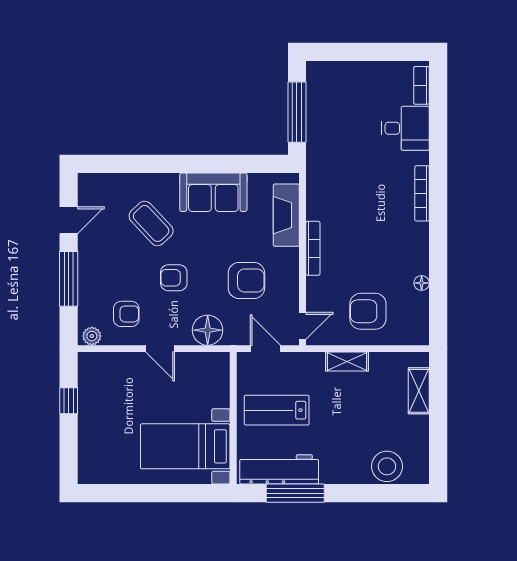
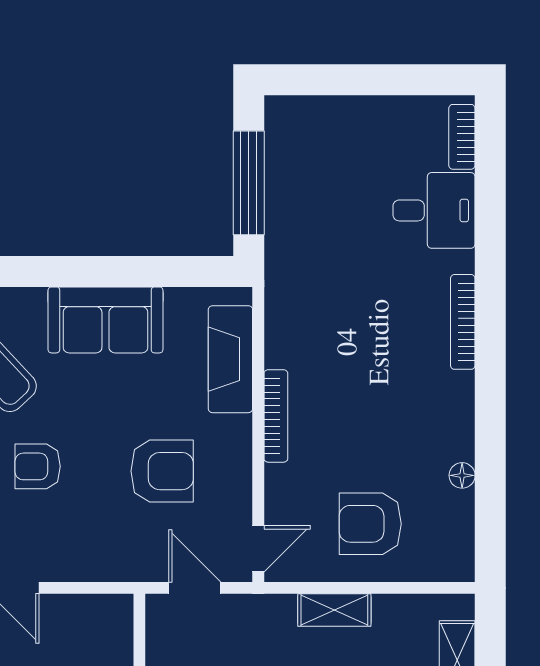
floor lamp: (208, 330) -> (96, 556), removed

